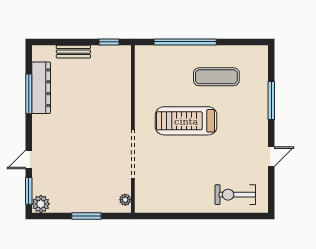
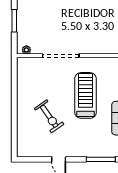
exercise bike: (235, 195) -> (49, 116), moved, turned 145

